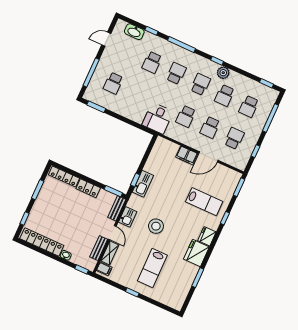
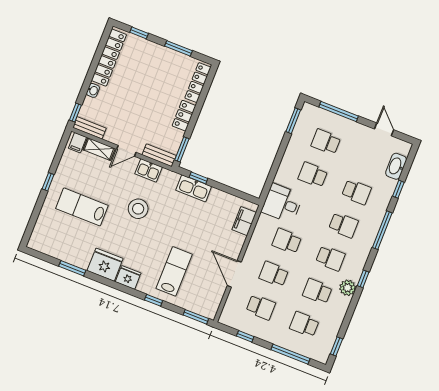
school desk: (152, 62) -> (356, 192), turned 180
school desk: (137, 94) -> (313, 175), added
filing cabinet: (187, 155) -> (244, 221), moved
lab bench: (204, 202) -> (174, 271), turned 180
bench: (99, 248) -> (89, 128), moved

